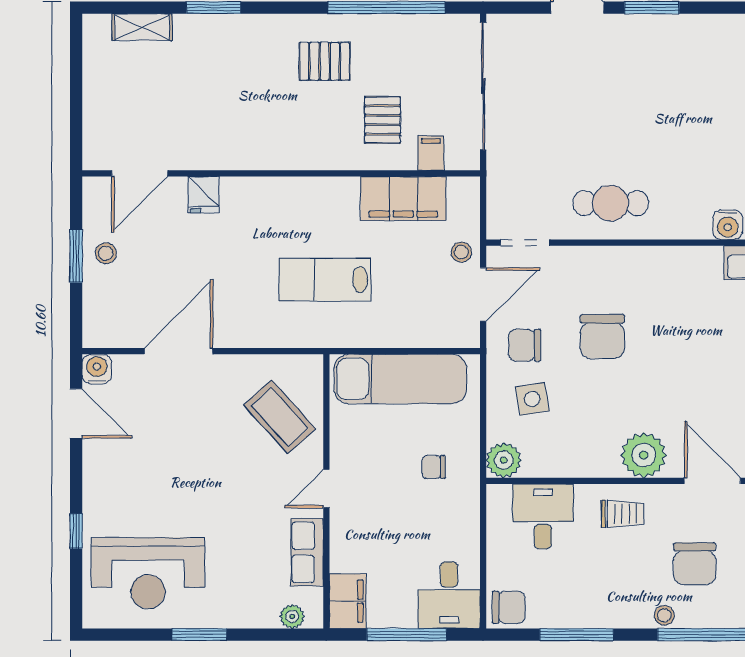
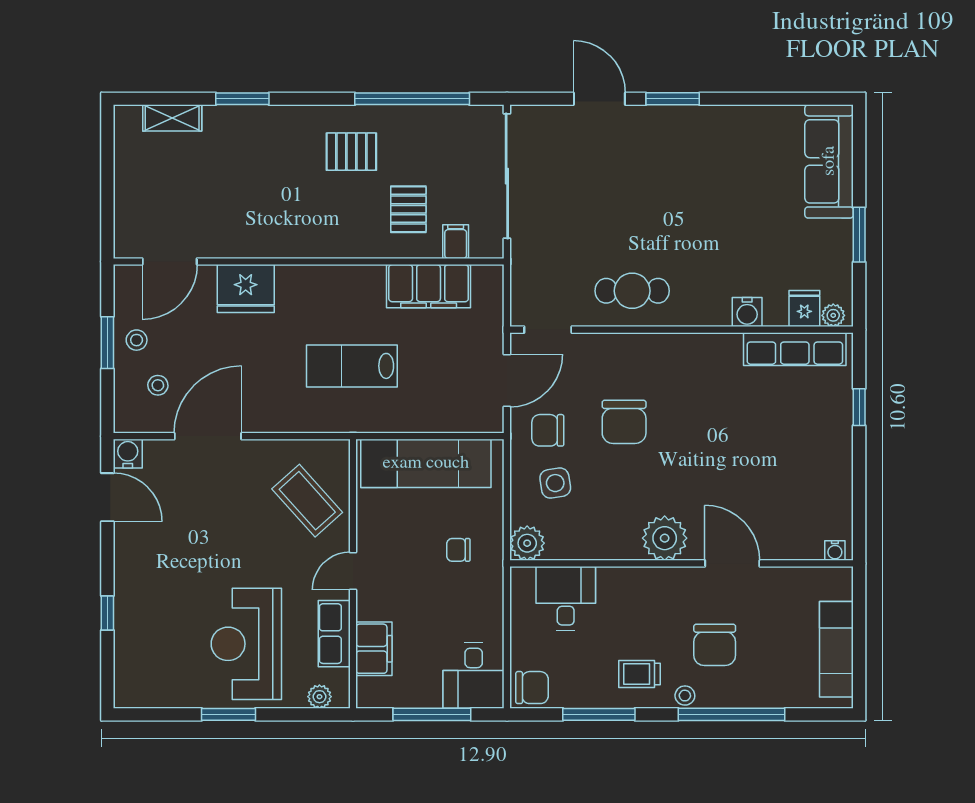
fridge: (203, 195) -> (246, 289), width x1.88, depth x1.34
stool: (461, 252) -> (158, 385), moved
trolley: (623, 514) -> (639, 674), moved, turned 180
reception desk: (148, 573) -> (246, 644), moved, turned 90
filing cabinet: (348, 601) -> (374, 649), moved

